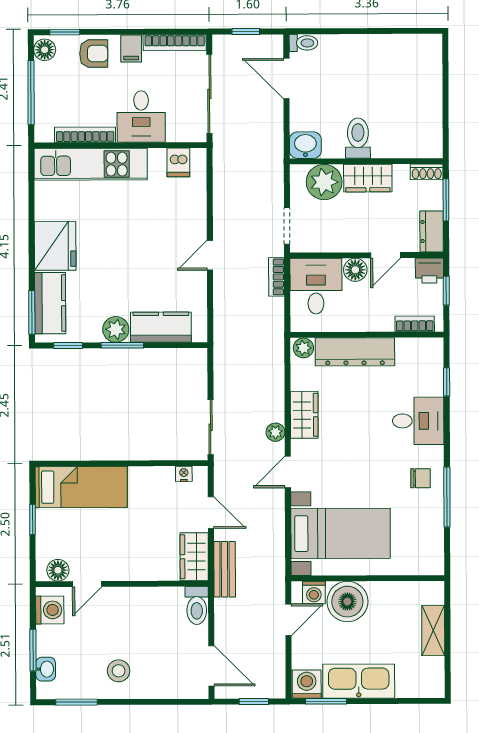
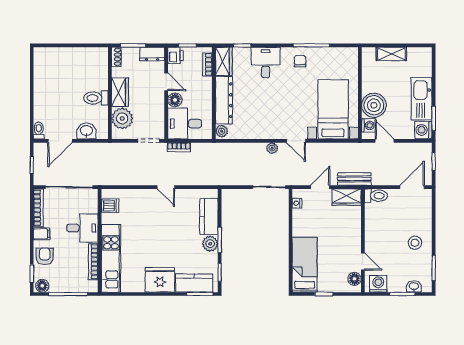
washbasin: (305, 145) -> (86, 131), moved, turned 90
wardrobe: (304, 415) -> (224, 61), moved, turned 90

